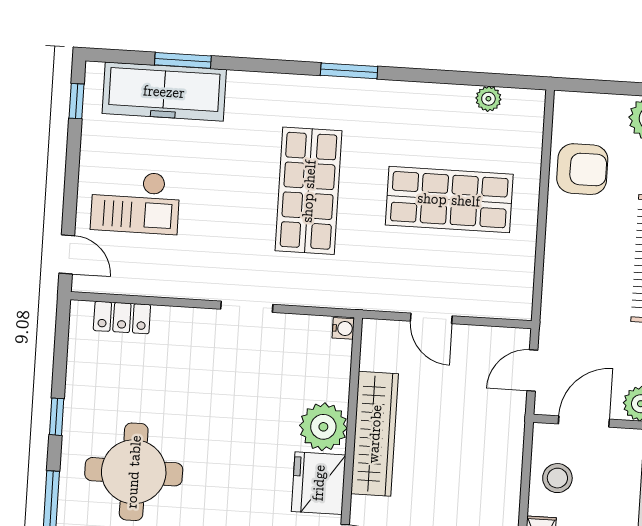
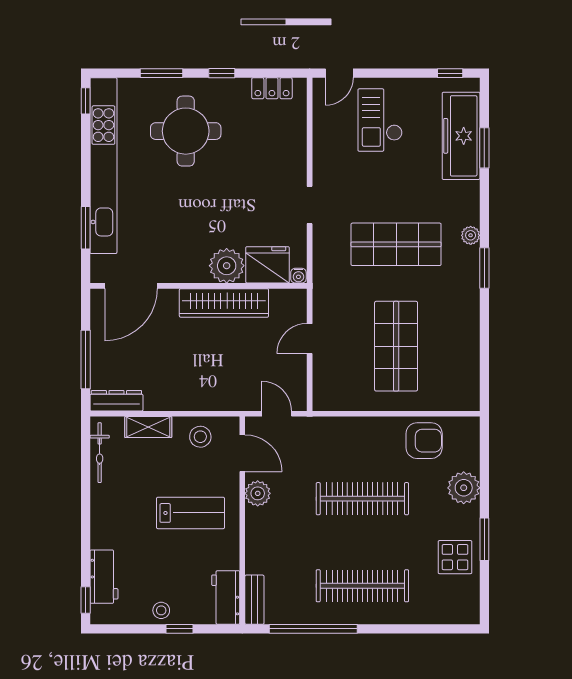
plant: (488, 99) -> (471, 235), moved
armchair: (582, 169) -> (424, 441), turned -90
locker: (122, 318) -> (272, 88), moved, turned -90
fridge: (319, 483) -> (267, 265), moved

